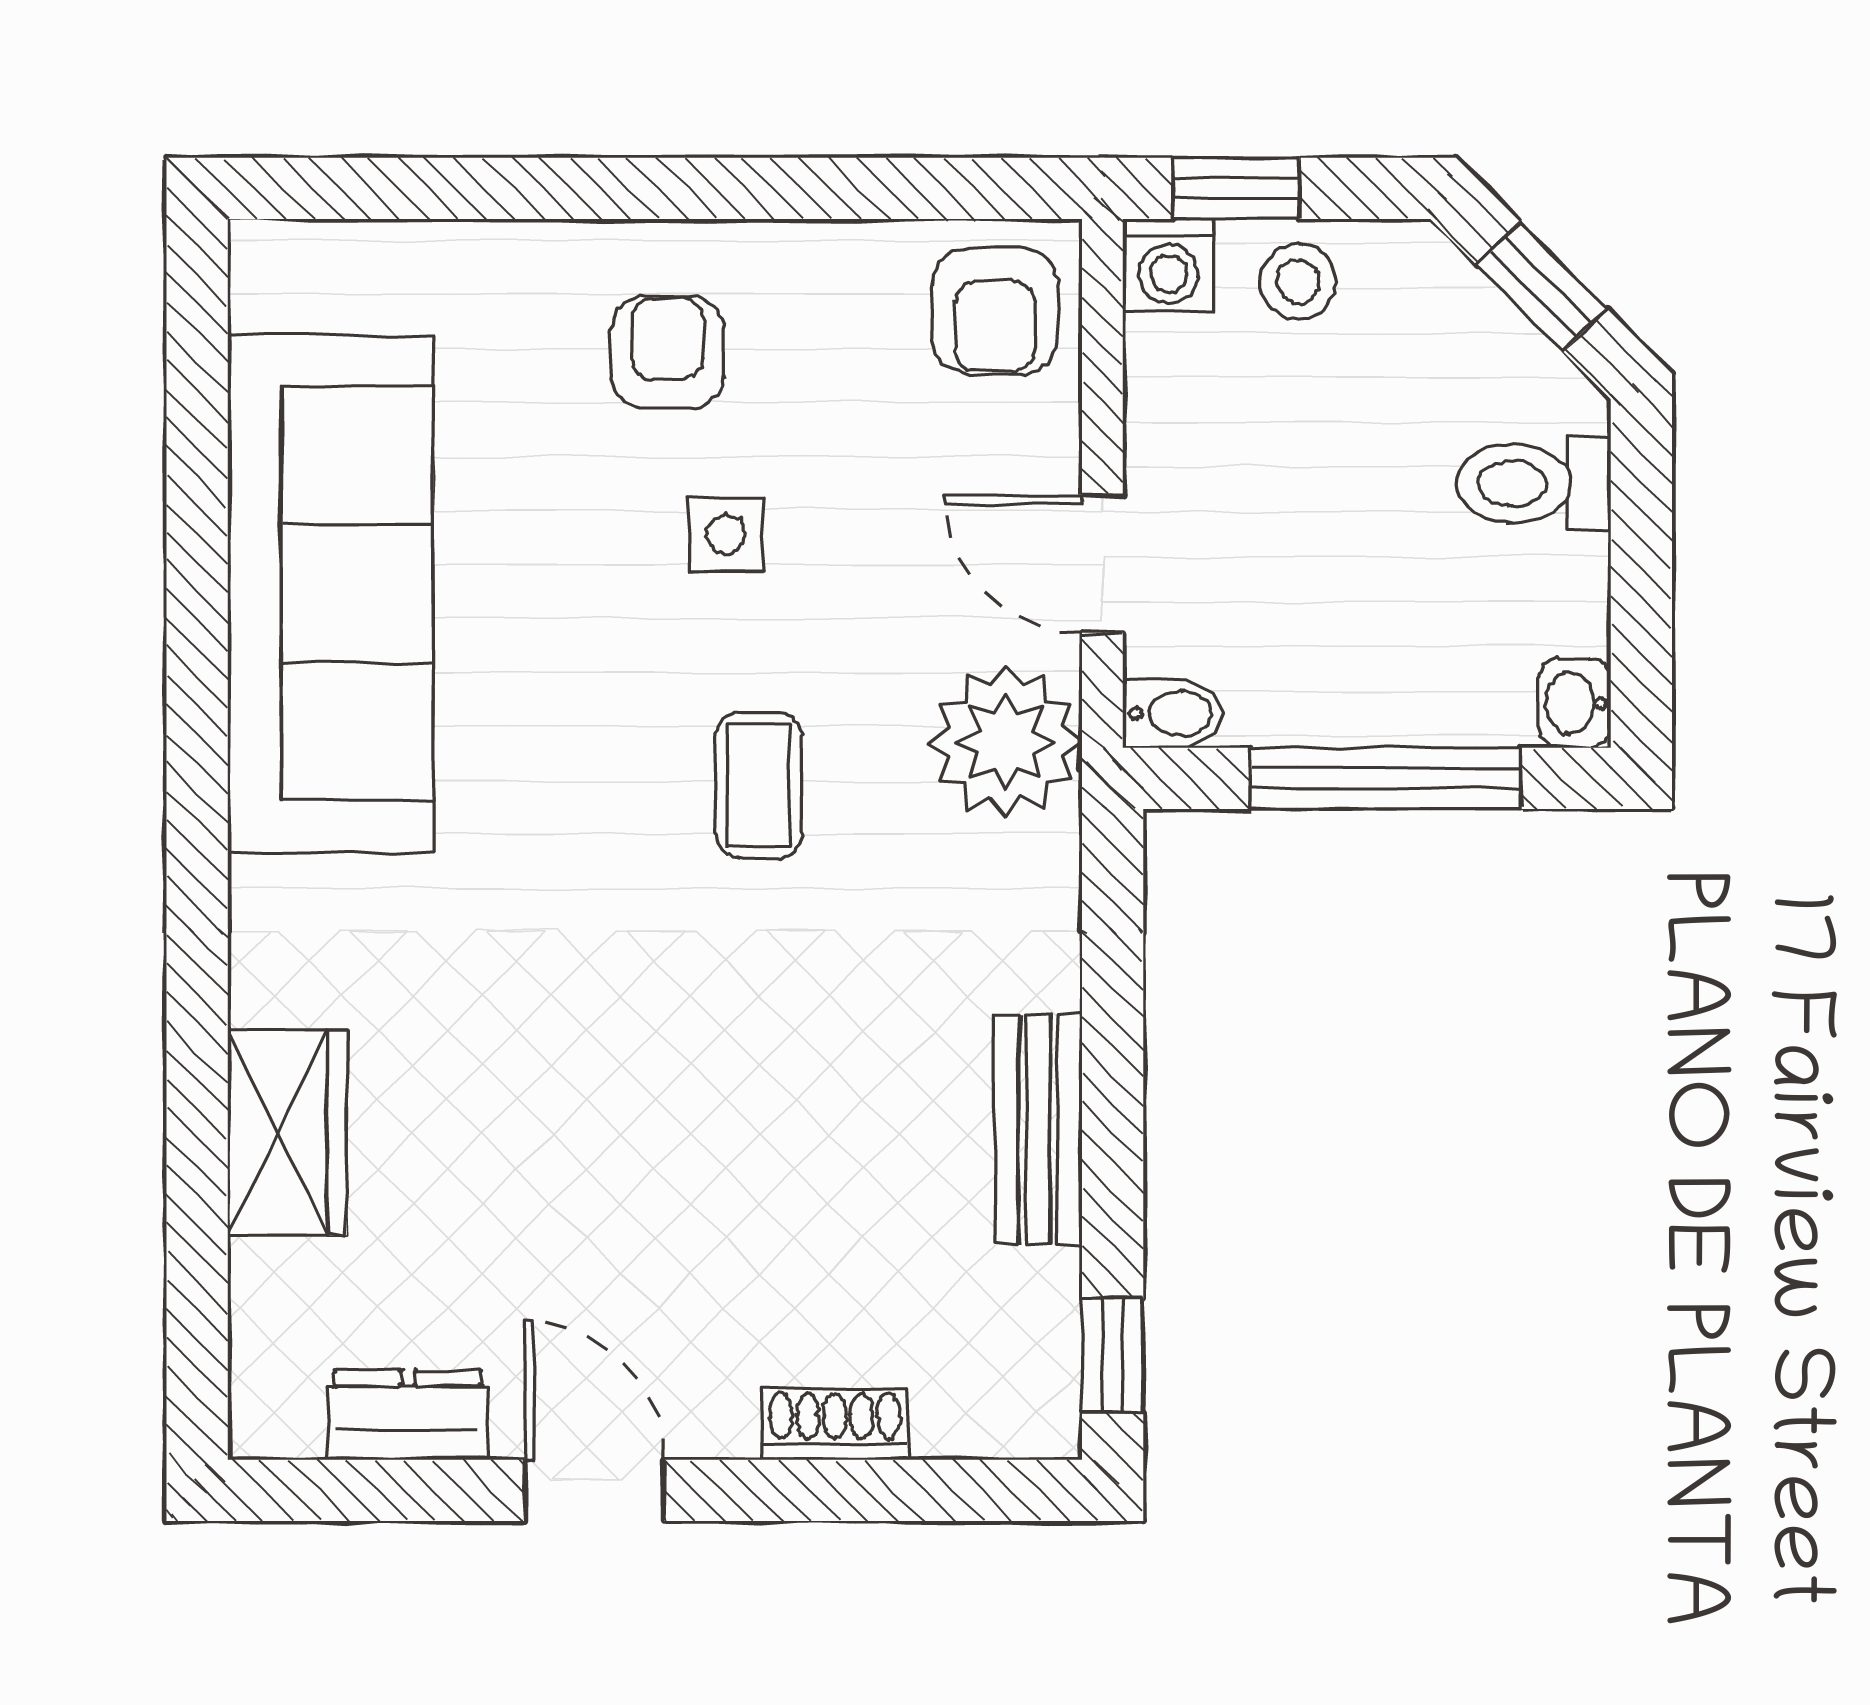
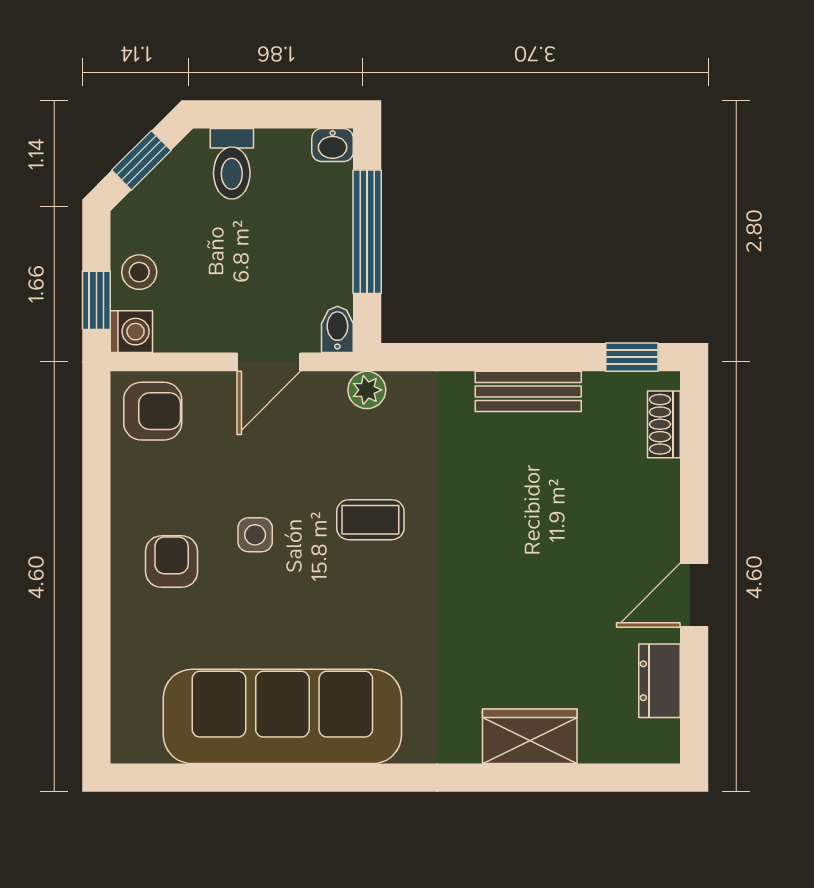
armchair: (668, 352) -> (172, 562), turned 90
plant: (1005, 742) -> (367, 390), width x0.53, depth x0.53
shoe rack: (835, 1424) -> (664, 424), moved

